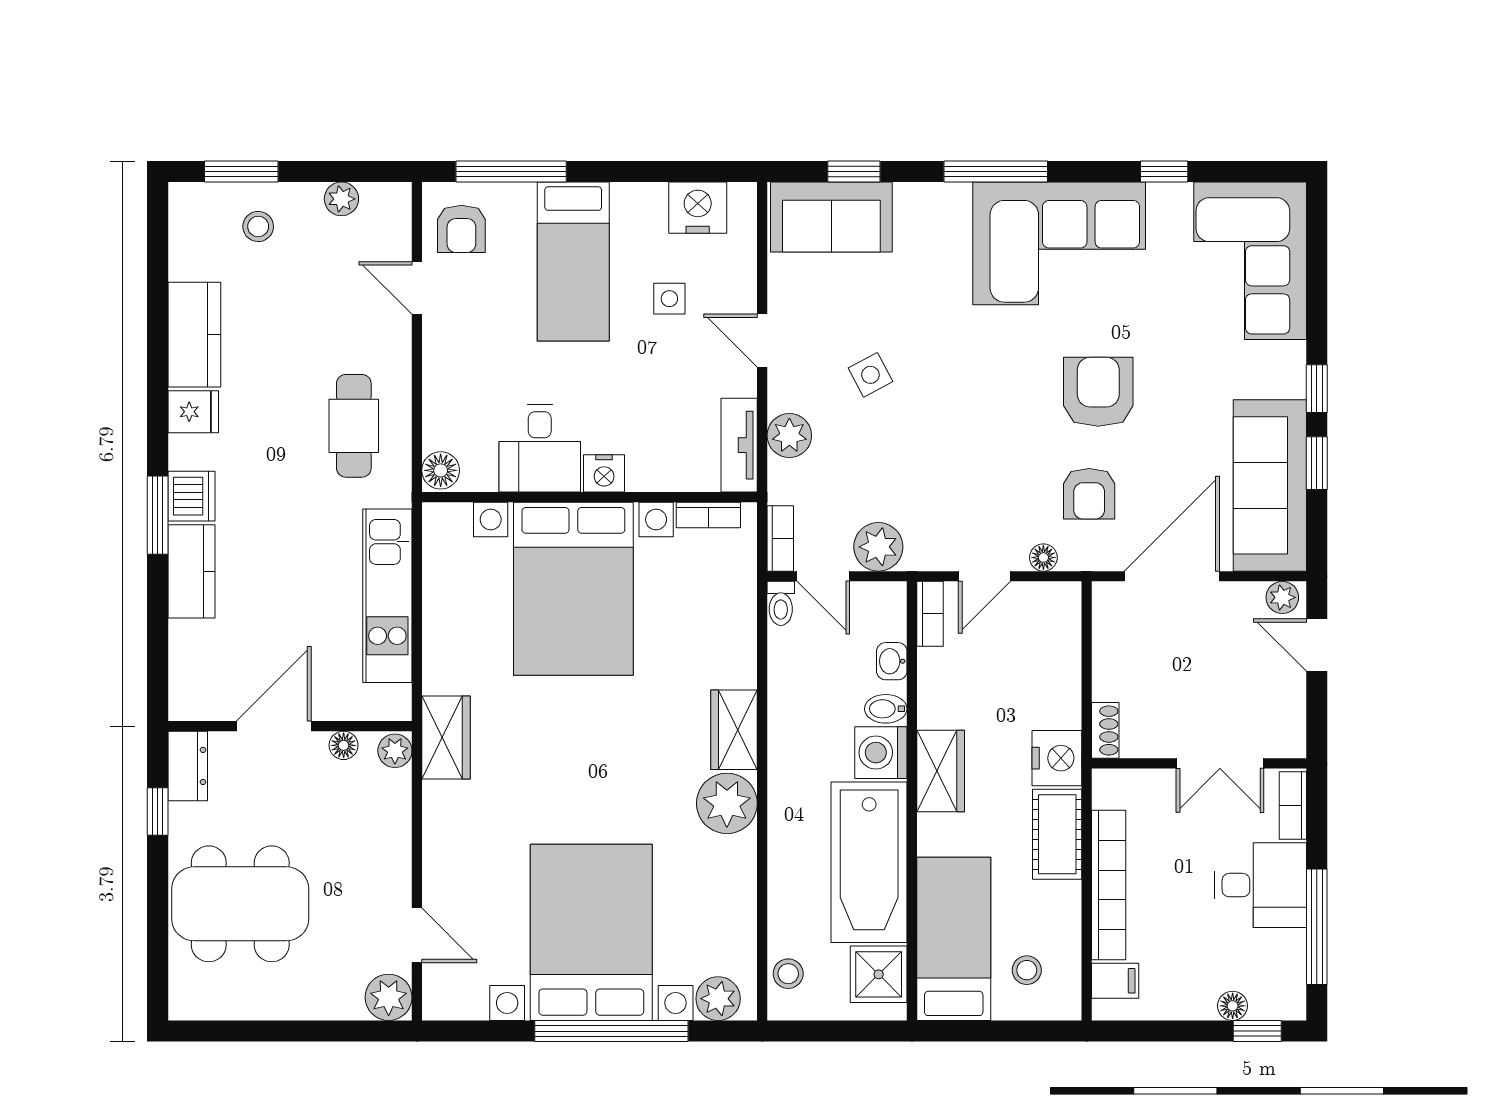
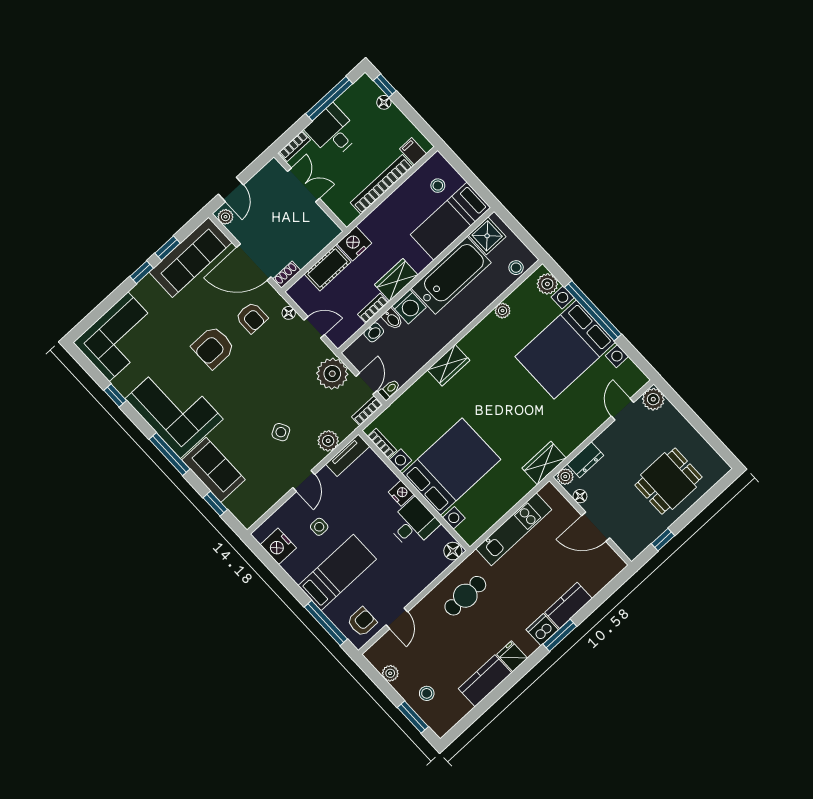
sofa: (831, 217) -> (213, 470), moved
armchair: (1089, 494) -> (252, 318), turned 90
plant: (878, 547) -> (332, 374), width x1.36, depth x1.36
bookcase: (930, 614) -> (373, 308), moved
shoe rack: (1105, 730) -> (287, 275), moved
dresser: (188, 766) -> (585, 460), moved, turned 180
plant: (727, 803) -> (503, 311), moved, width x0.53, depth x0.53
cot: (1057, 834) -> (328, 268), moved
dining table: (240, 904) -> (669, 481), width x0.73

